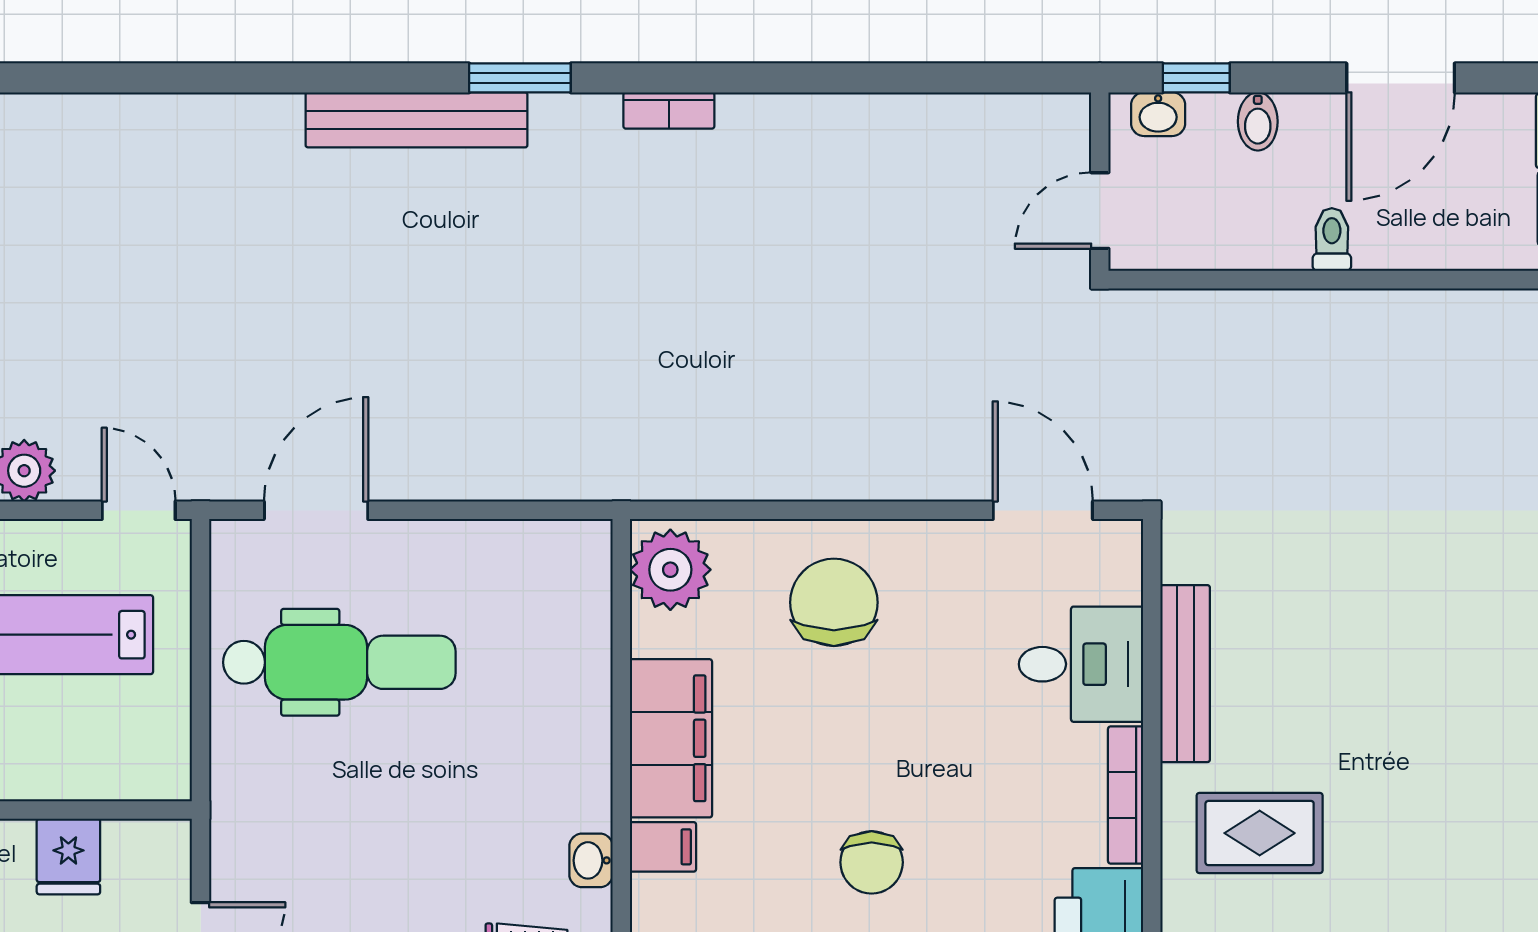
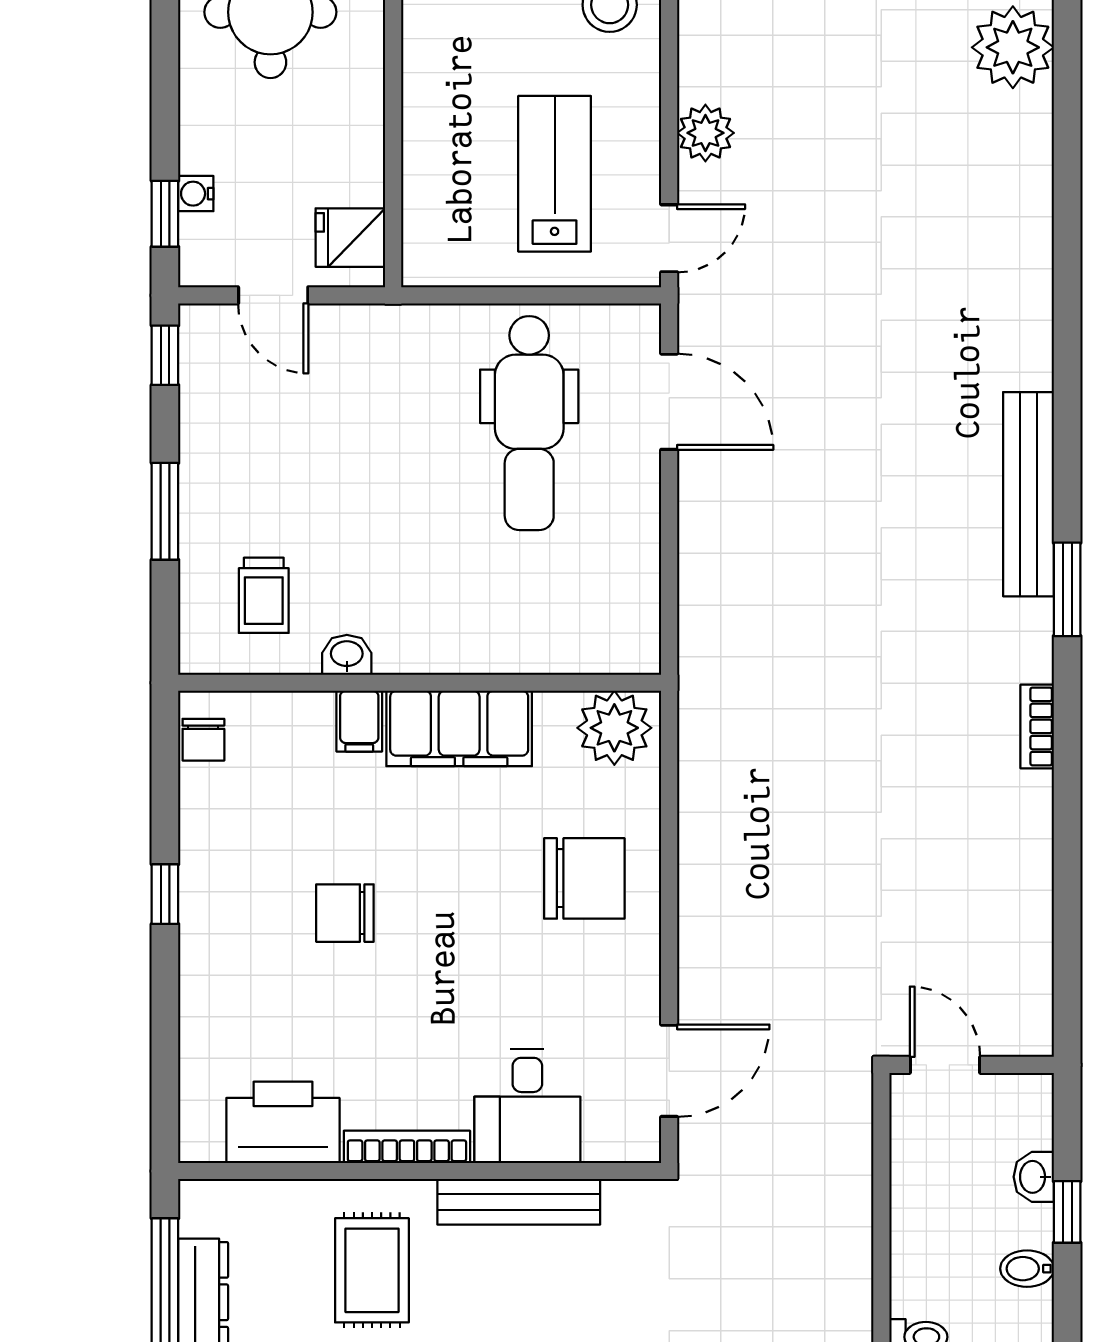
wall: (1100, 182) -> (972, 1065), moved
door: (1100, 211) -> (945, 1065), moved
fridge: (68, 856) -> (350, 238), moved

